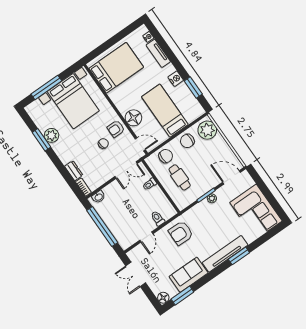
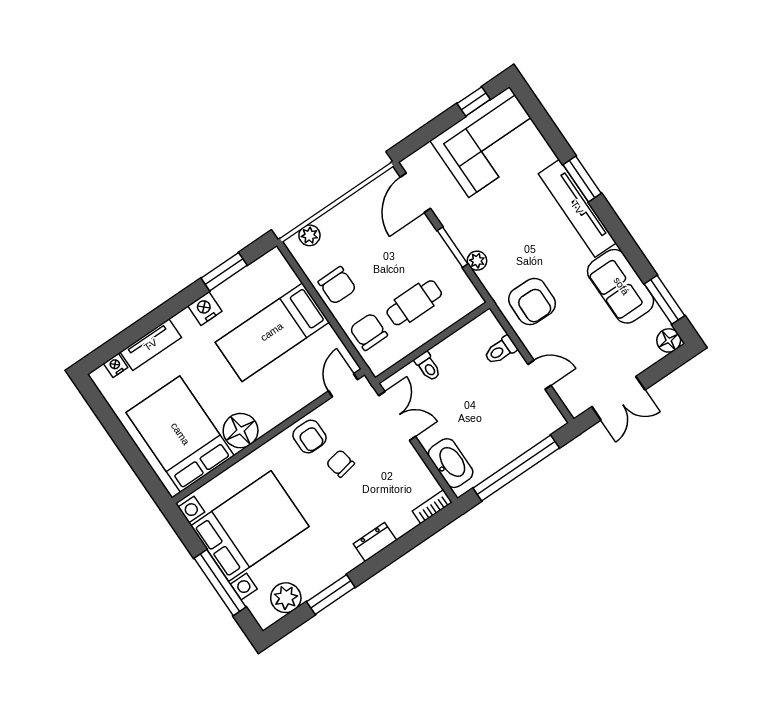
floor lamp: (133, 118) -> (241, 431), moved
plant: (207, 130) -> (309, 235), width x0.53, depth x0.53
plant: (51, 135) -> (286, 598), moved
dresser: (74, 171) -> (375, 542), moved
washbasin: (99, 197) -> (451, 463), width x1.91, depth x1.45
plant: (212, 198) -> (477, 261), moved
window: (275, 204) -> (474, 101), added

